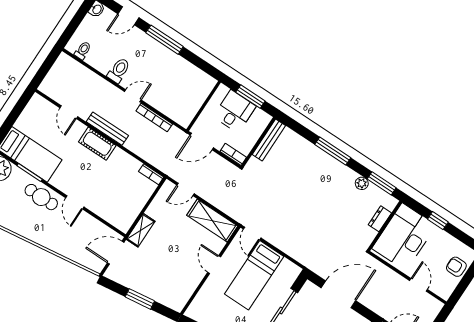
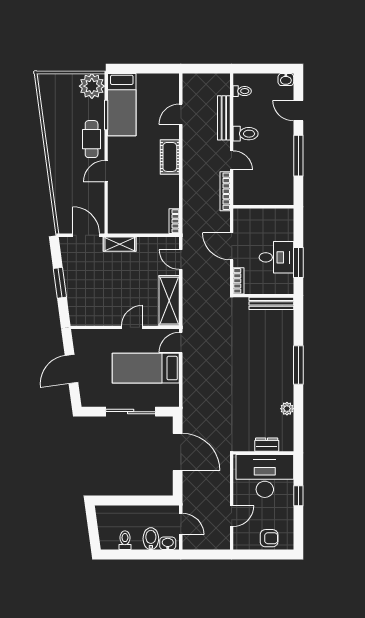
wall: (204, 106) -> (263, 207), moved
bench: (107, 129) -> (224, 118), moved
window: (382, 183) -> (298, 426), removed
armchair: (456, 267) -> (269, 538), turned 90

